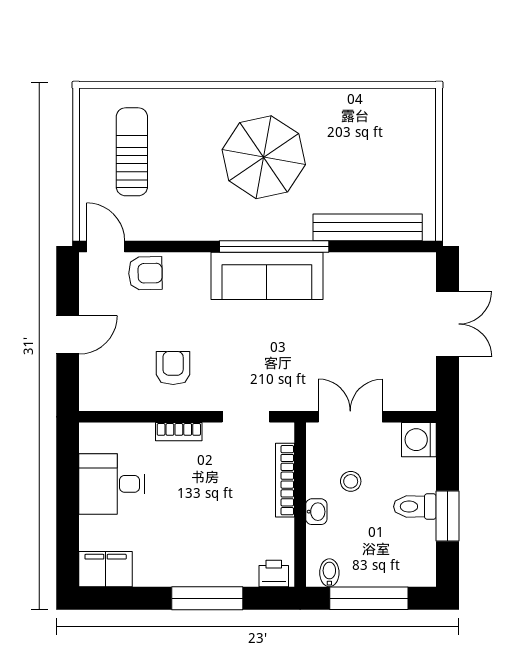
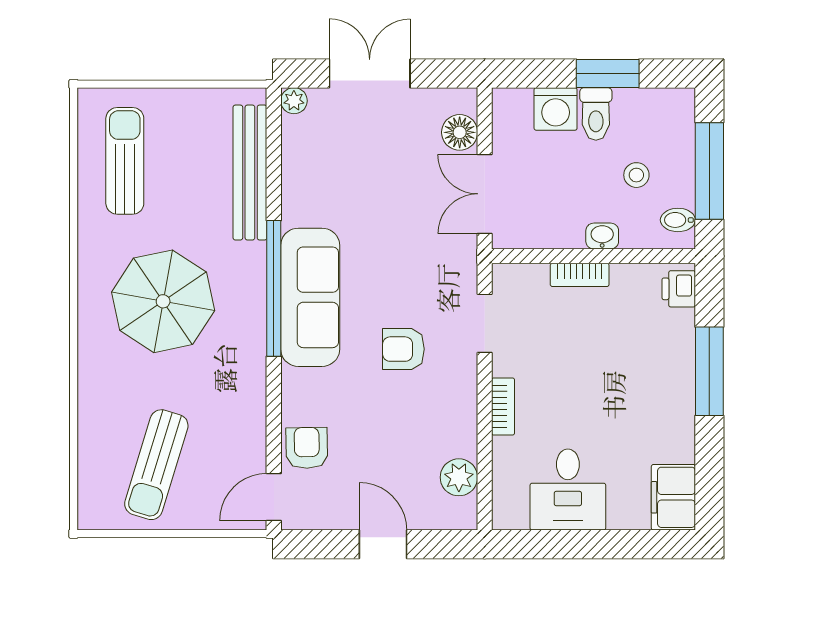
sun lounger: (377, 126) -> (125, 161), added
sun lounger: (132, 152) -> (156, 465), turned -73
plant: (426, 263) -> (294, 101), added
armchair: (173, 368) -> (403, 349), moved
plant: (122, 396) -> (459, 477), added
floor lamp: (400, 397) -> (460, 132), added
washing machine: (419, 440) -> (556, 109), moved
bookcase: (285, 480) -> (580, 275), width x0.64
stool: (351, 481) -> (636, 175), moved

